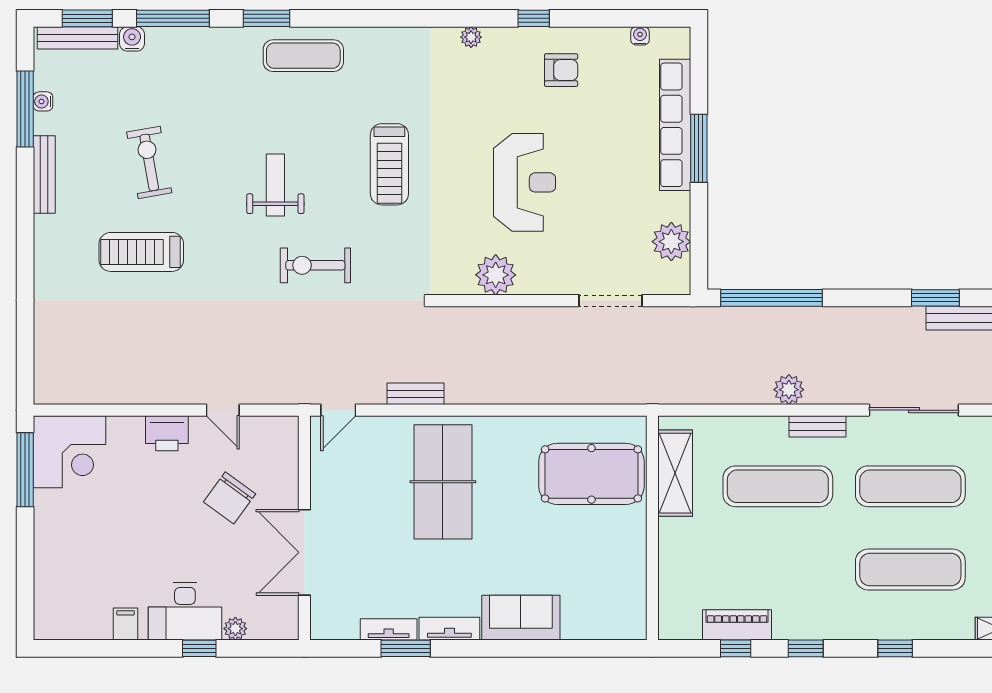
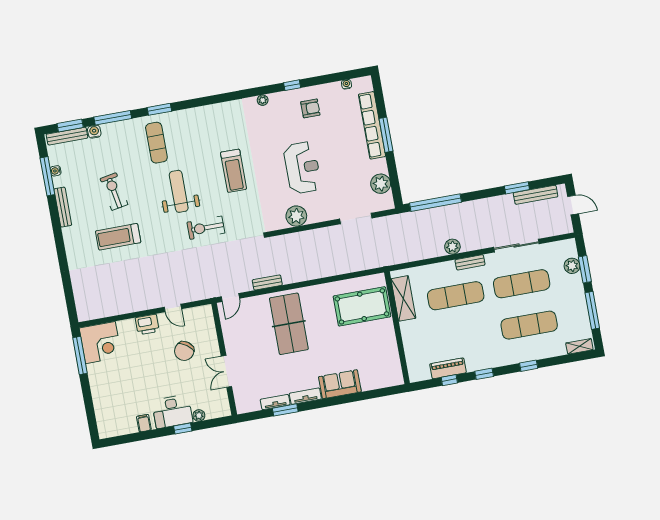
exercise mat: (303, 56) -> (156, 143), moved, turned 90
weight bench: (275, 185) -> (179, 191), width x1.36, depth x1.33
double door: (304, 552) -> (226, 371), width x0.73

